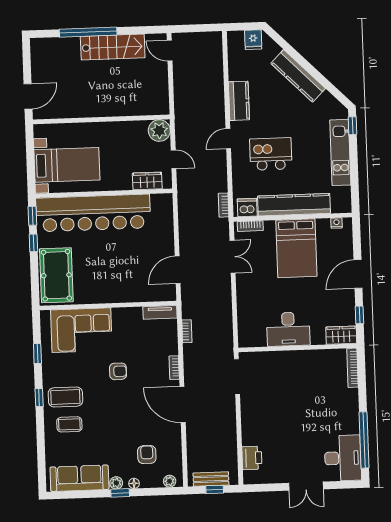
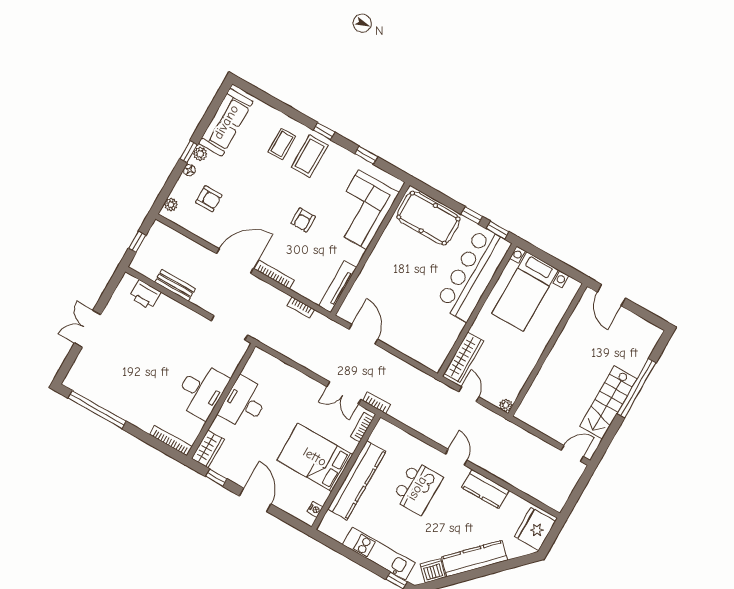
fridge: (253, 40) -> (535, 529), width x1.88, depth x1.34
plant: (159, 131) -> (506, 405), width x0.53, depth x0.53
door: (174, 159) -> (469, 394), swing flipped
wardrobe: (147, 181) -> (464, 357), width x1.50
bookcase: (224, 205) -> (377, 403), moved
dishwasher: (247, 207) -> (433, 571), moved, turned -135
bar counter: (93, 213) -> (473, 274), width x0.73
tv unit: (160, 312) -> (338, 287), width x1.41
bookcase: (174, 368) -> (274, 274), width x1.56
desk: (343, 458) -> (202, 391), moved, turned -90
bench: (211, 479) -> (175, 285), moved, turned 90

